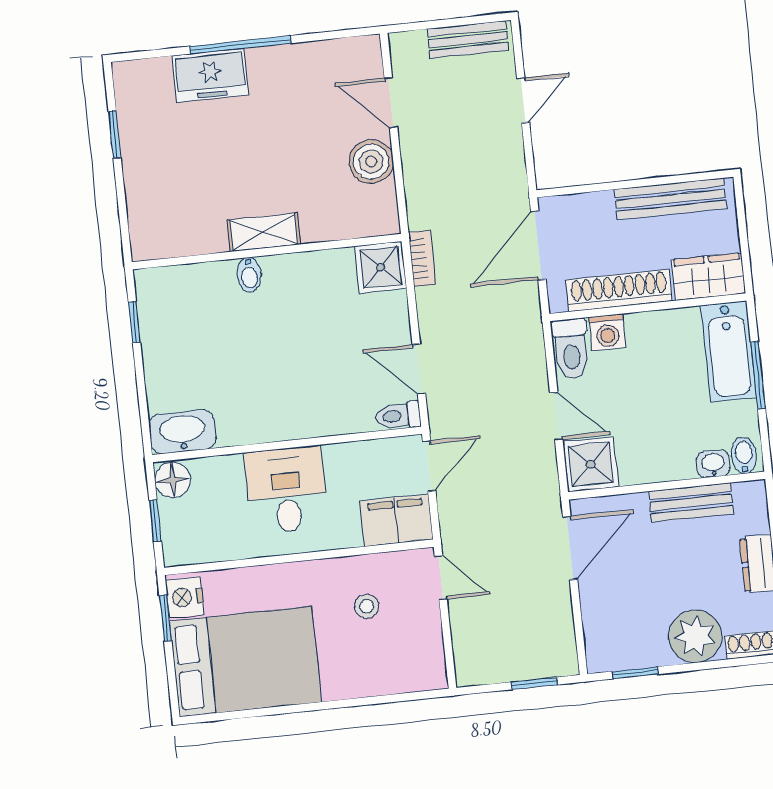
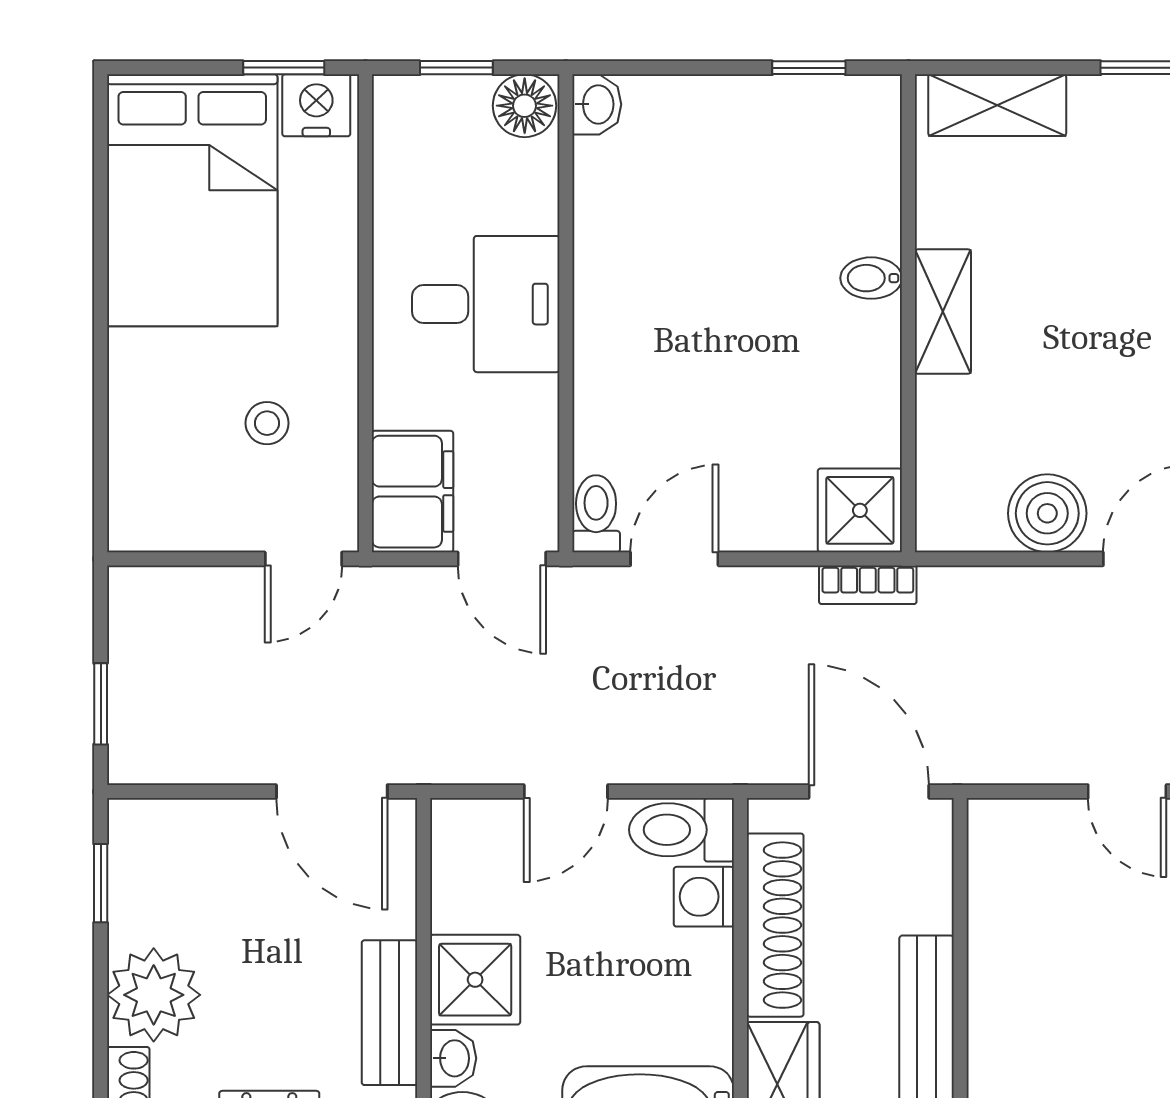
shelving: (144, 214) -> (997, 105), added
washbasin: (183, 432) -> (597, 104), width x0.52, depth x0.69
shower: (591, 464) -> (475, 980), moved

